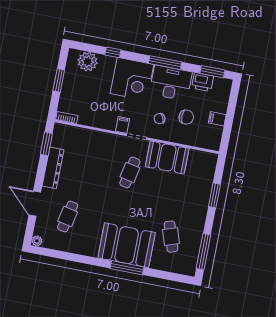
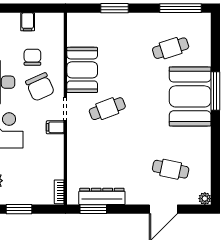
chair: (160, 119) -> (40, 87), width x1.87, depth x1.87
dresser: (53, 168) -> (102, 196), moved
cafe table: (130, 172) -> (107, 109), turned -33

